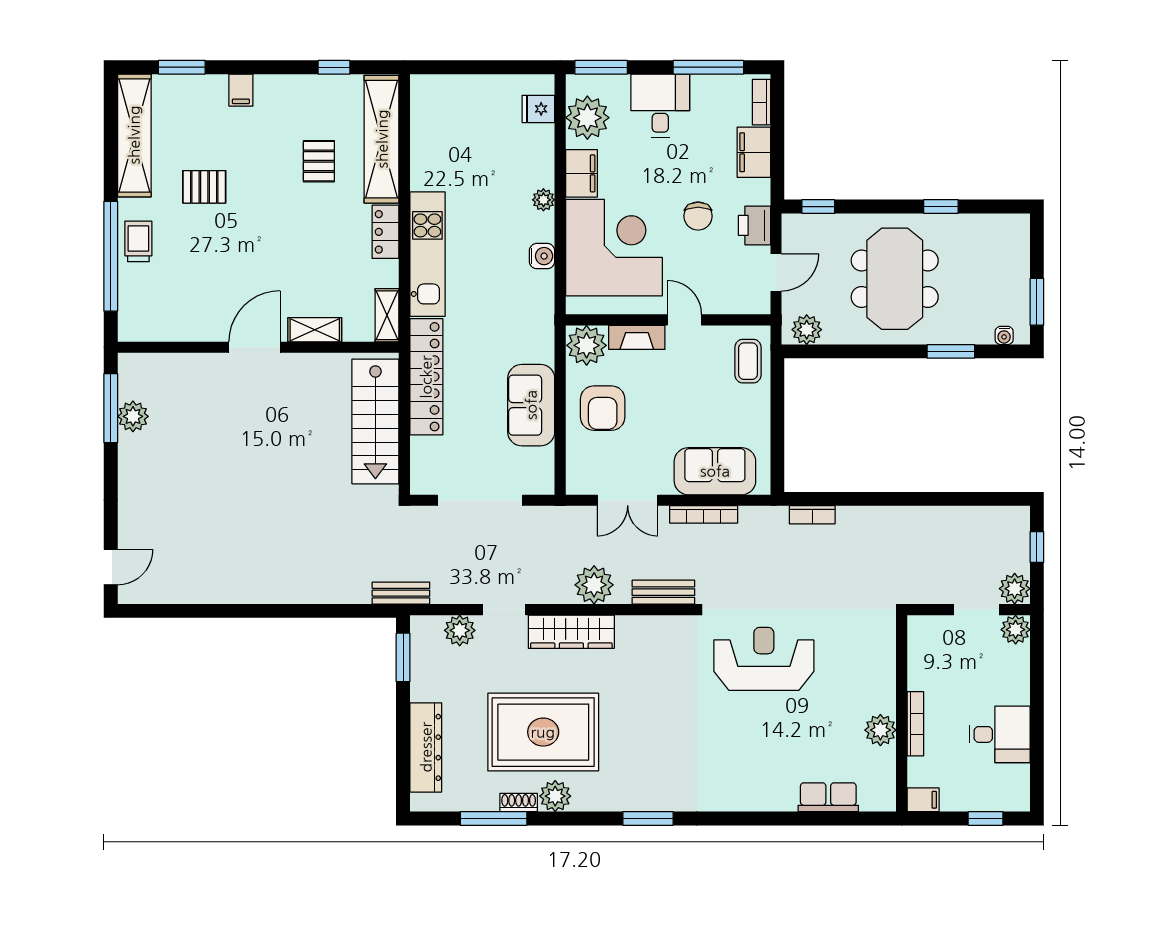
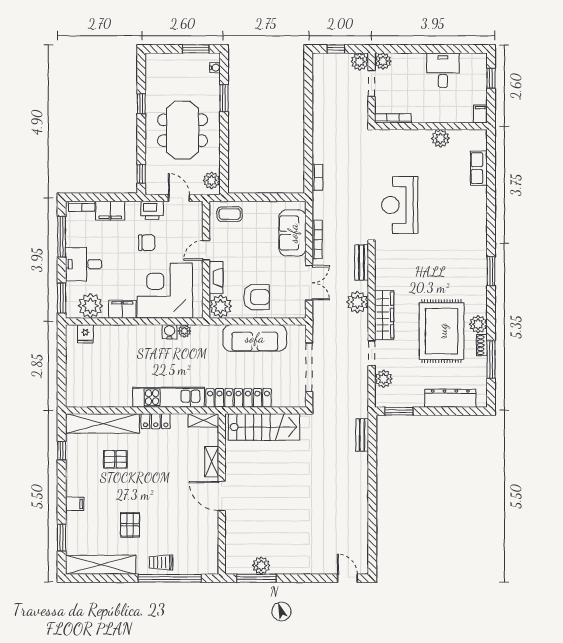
plant: (543, 200) -> (184, 331), moved
meeting table: (895, 279) -> (183, 130), turned 90
sofa: (531, 405) -> (255, 338), width x1.36
bench: (401, 593) -> (362, 435), moved
bookcase: (915, 724) -> (393, 118), moved

